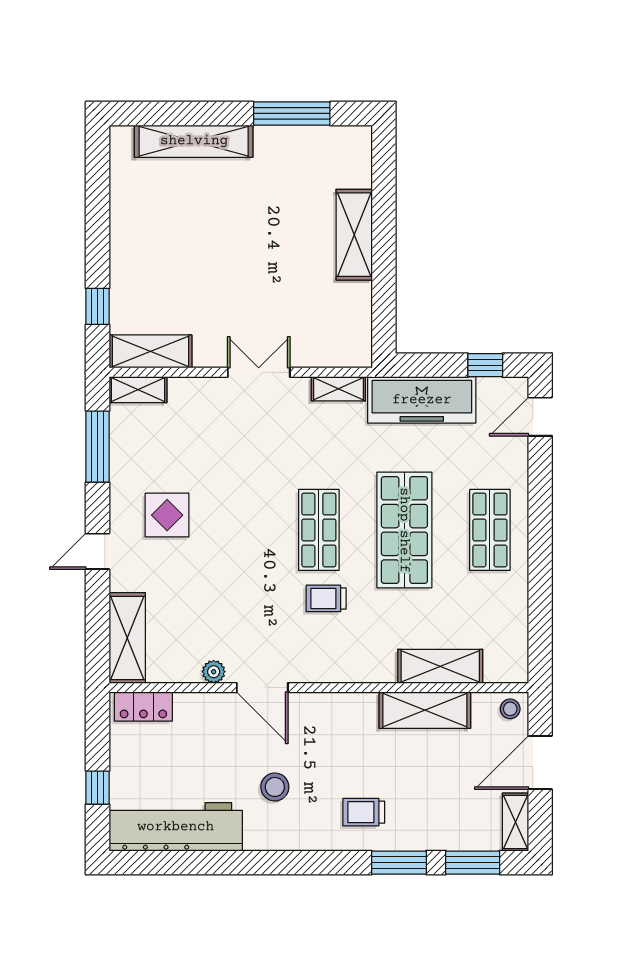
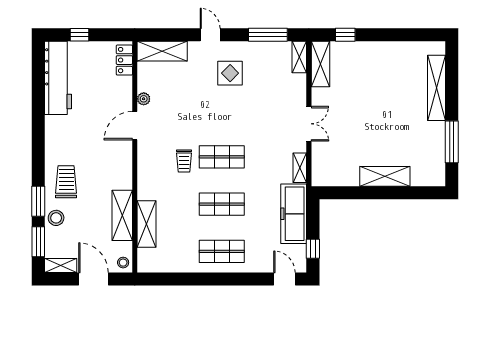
shop shelf: (404, 530) -> (222, 204), width x0.70, depth x0.74
trolley: (326, 598) -> (184, 161), turned 180
stool: (275, 787) -> (56, 218), moved
trolley: (364, 812) -> (66, 182), width x1.36, depth x1.39

